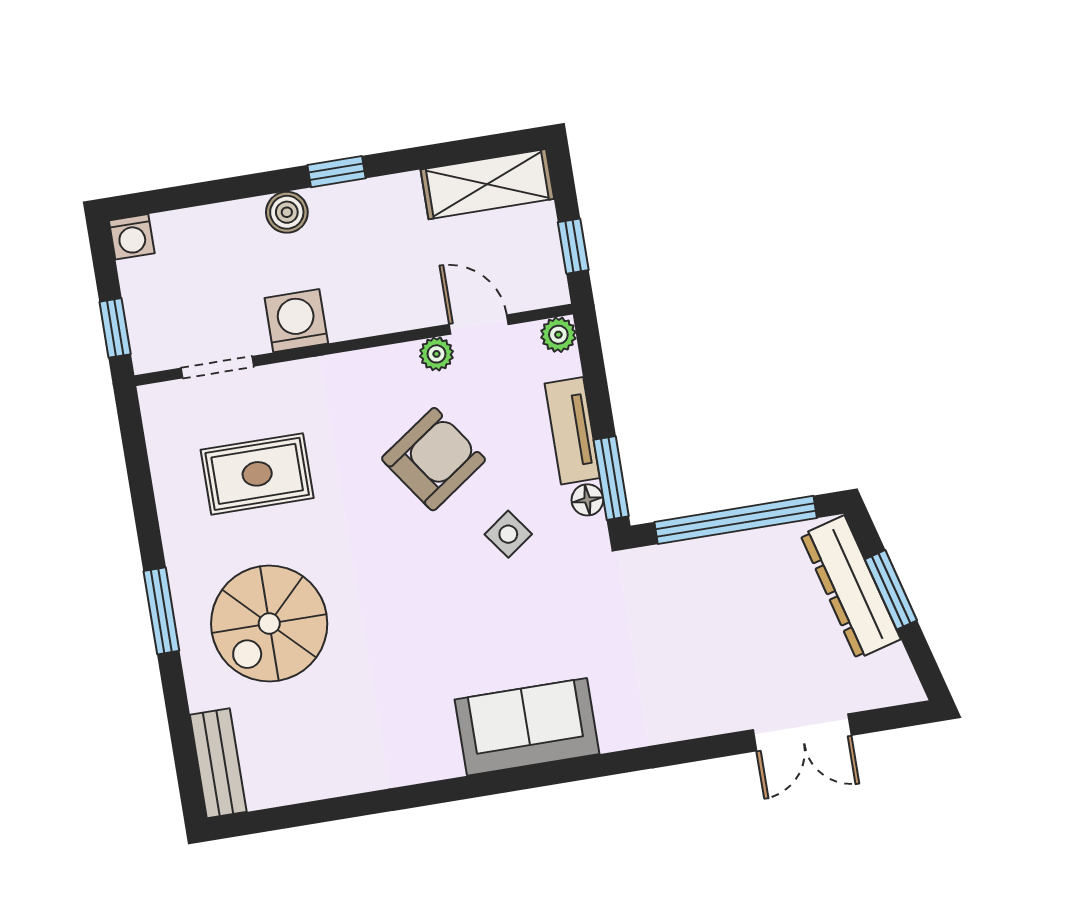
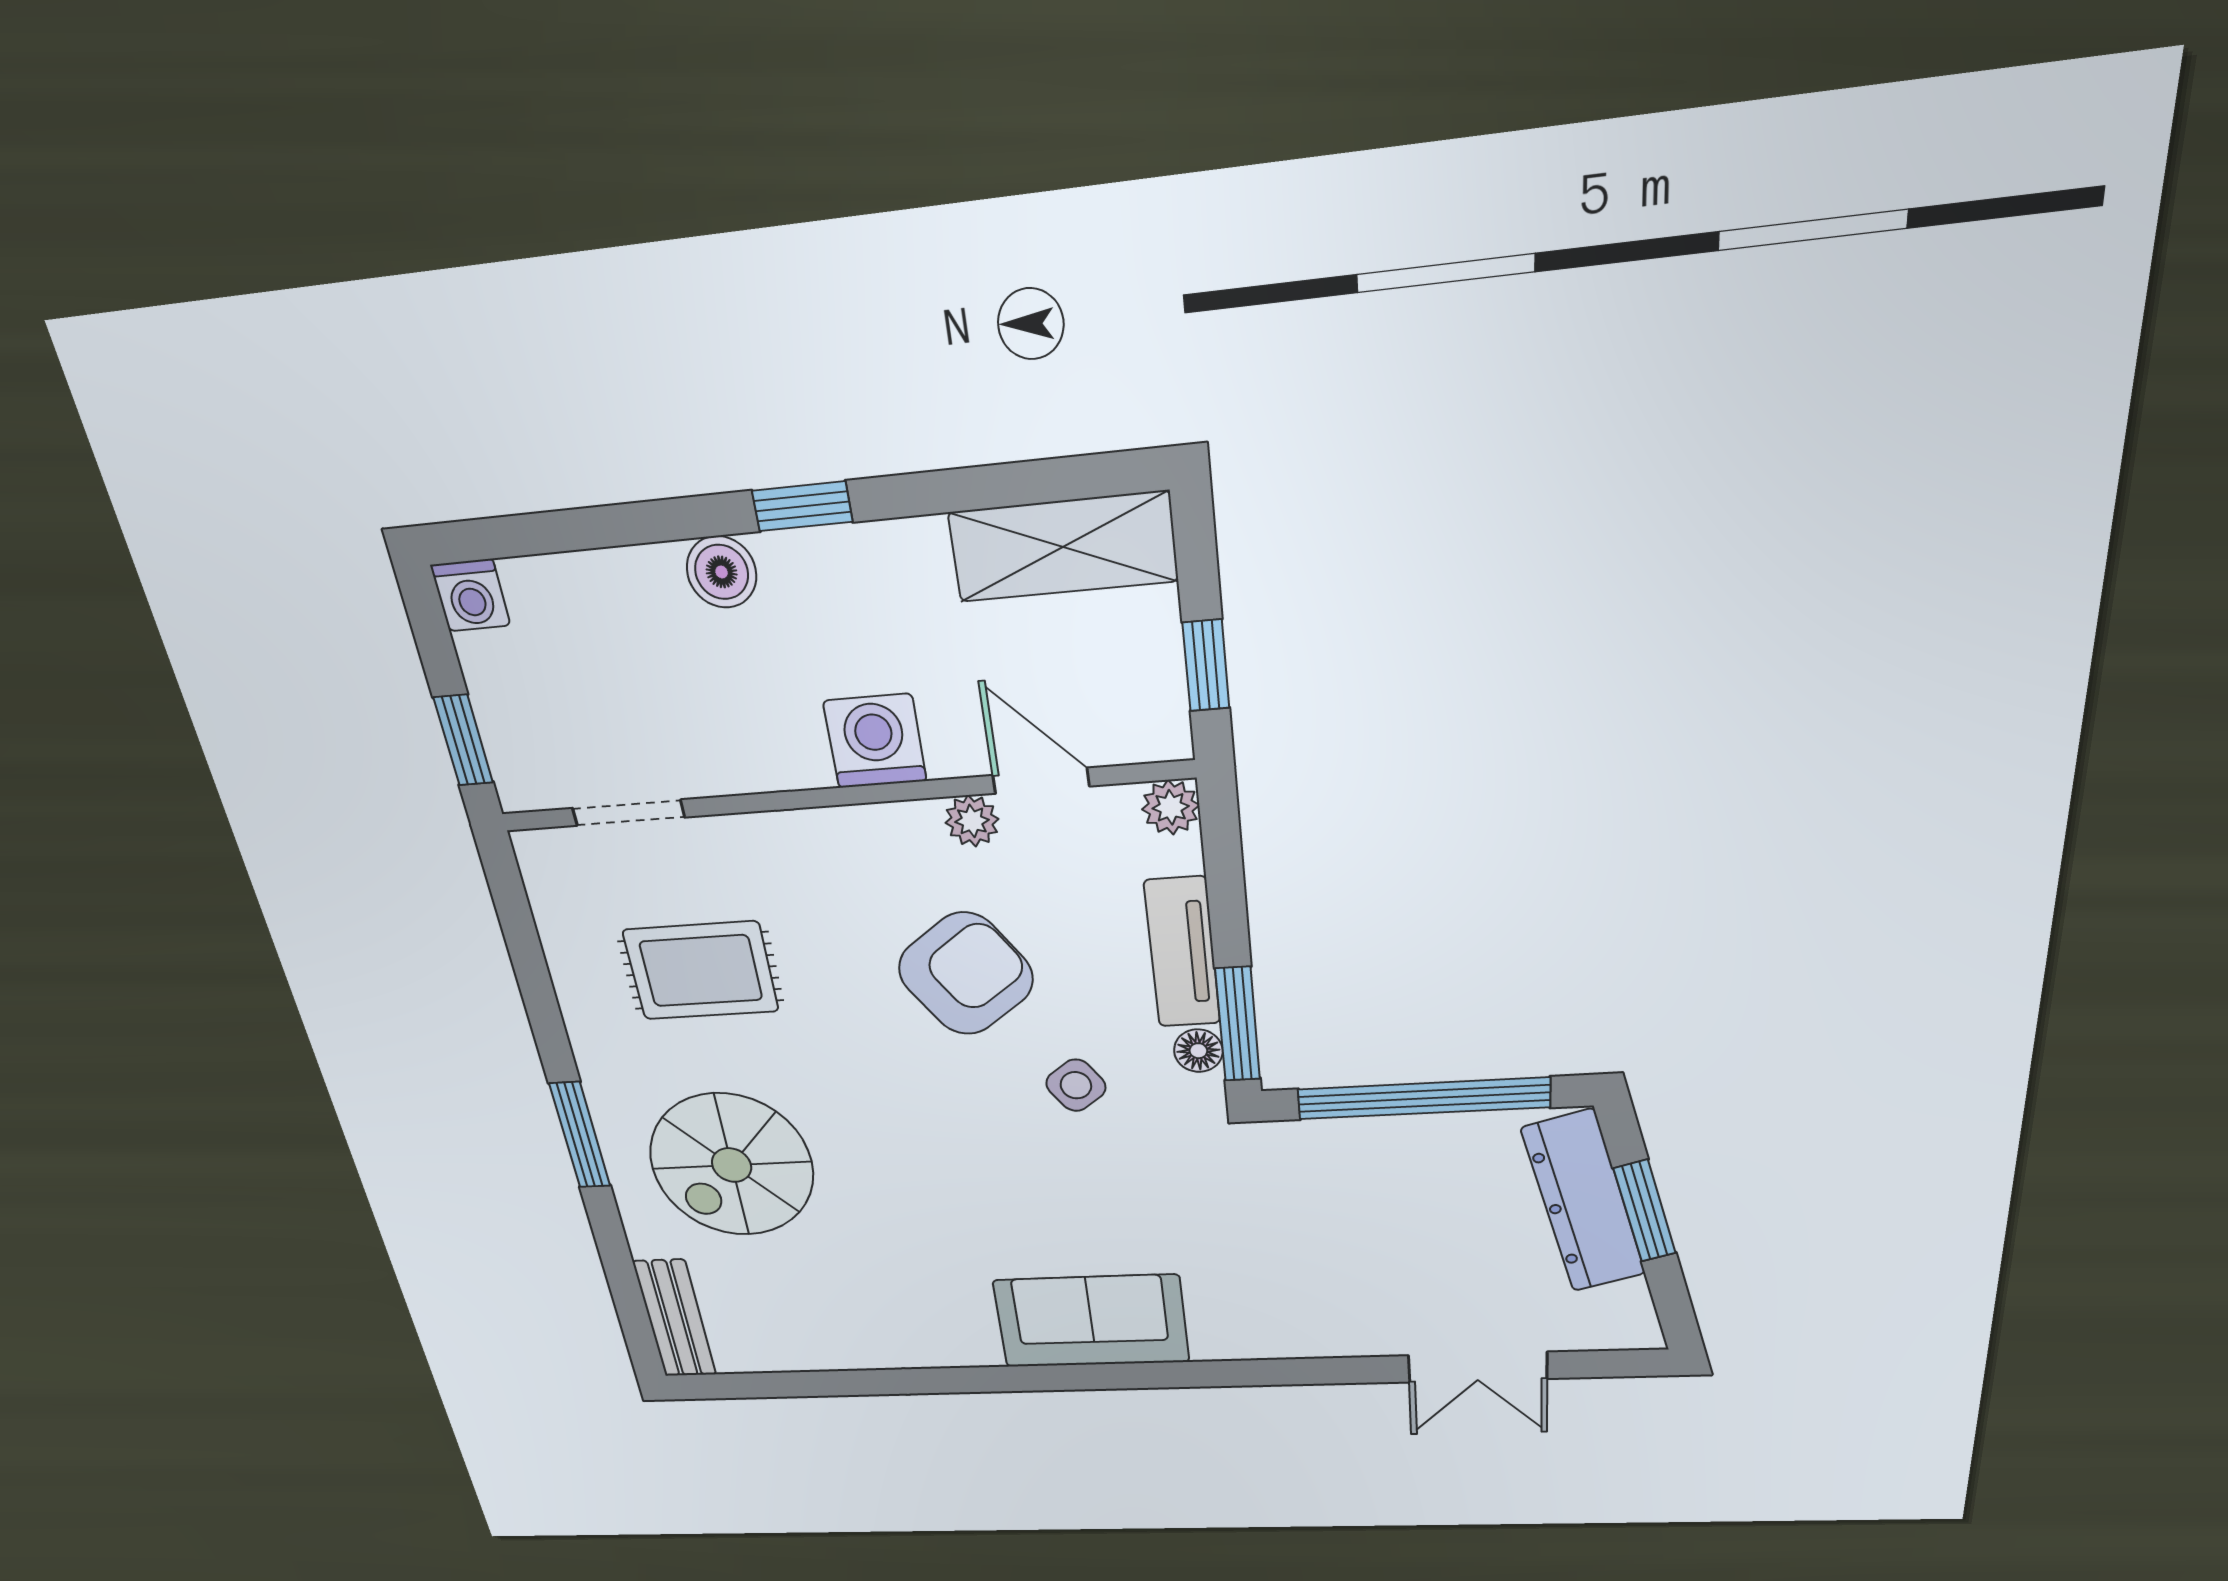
washing machine: (296, 321) -> (875, 741), moved

